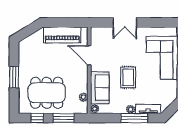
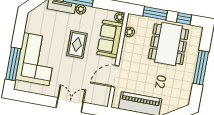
door: (89, 55) -> (115, 76), swing flipped
window: (14, 77) -> (201, 68), width x1.44
dining table: (47, 93) -> (169, 44), turned 90

